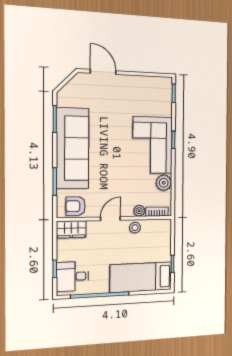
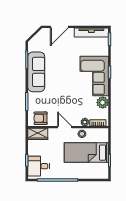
door: (103, 72) -> (59, 27), swing flipped
tv unit: (149, 83) -> (91, 32), added
sofa: (73, 148) -> (36, 72), width x0.74, depth x0.79
door: (111, 219) -> (65, 127), hinge flipped
bed: (141, 277) -> (86, 153), moved

